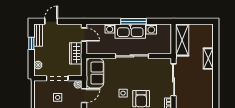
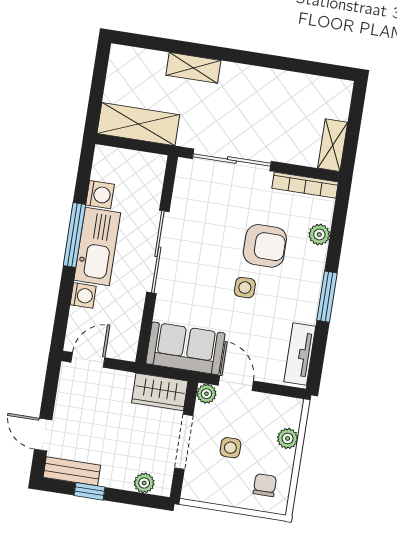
wardrobe: (76, 53) -> (160, 392), moved

